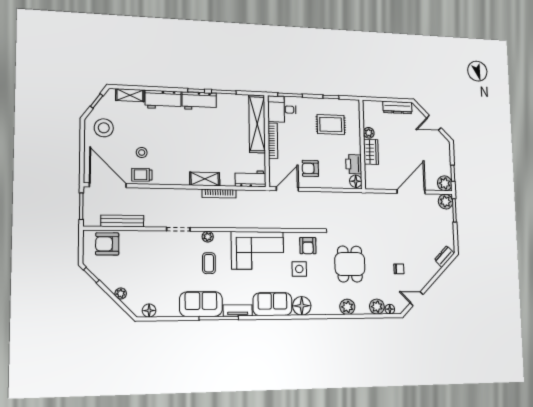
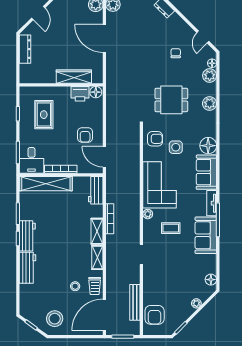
shelving: (130, 95) -> (97, 258), moved
plant: (369, 133) -> (50, 78), removed
wardrobe: (371, 152) -> (74, 77), width x1.50
plant: (208, 237) -> (148, 214), moved

